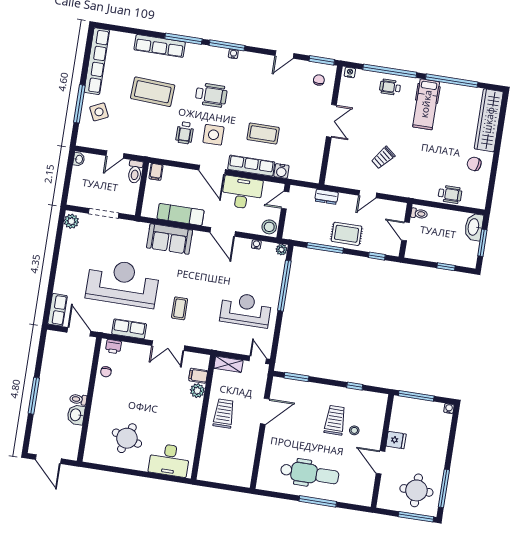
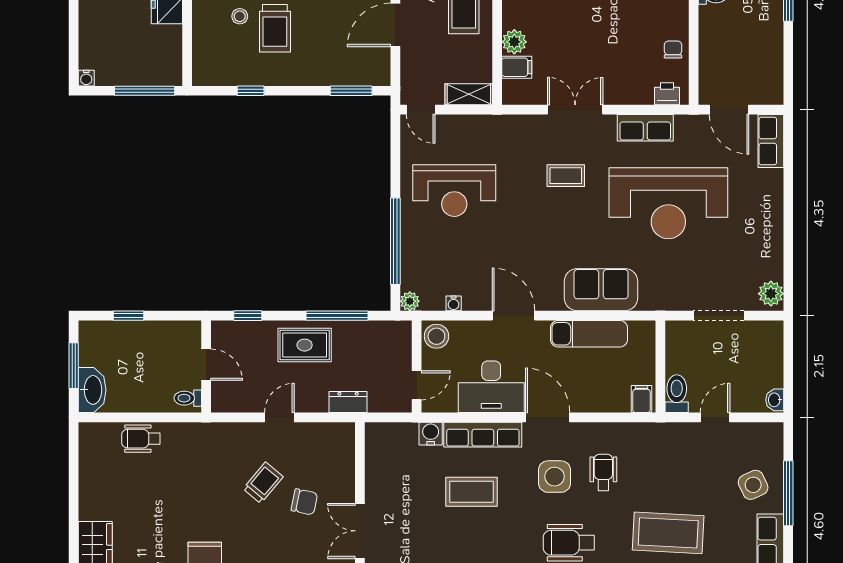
chair: (474, 164) -> (304, 502), moved
coffee table: (180, 308) -> (566, 176), turned 90

